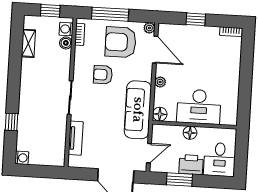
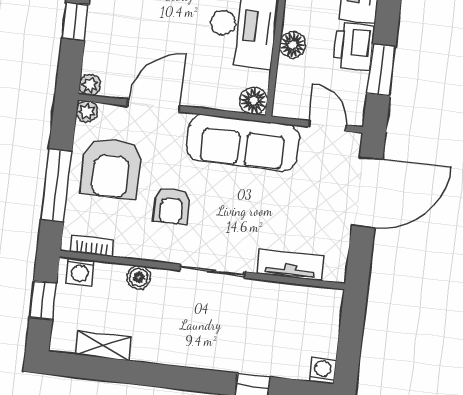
boiler: (66, 43) -> (139, 277), moved
door: (155, 50) -> (154, 106), moved
plant: (160, 82) -> (90, 85), moved

